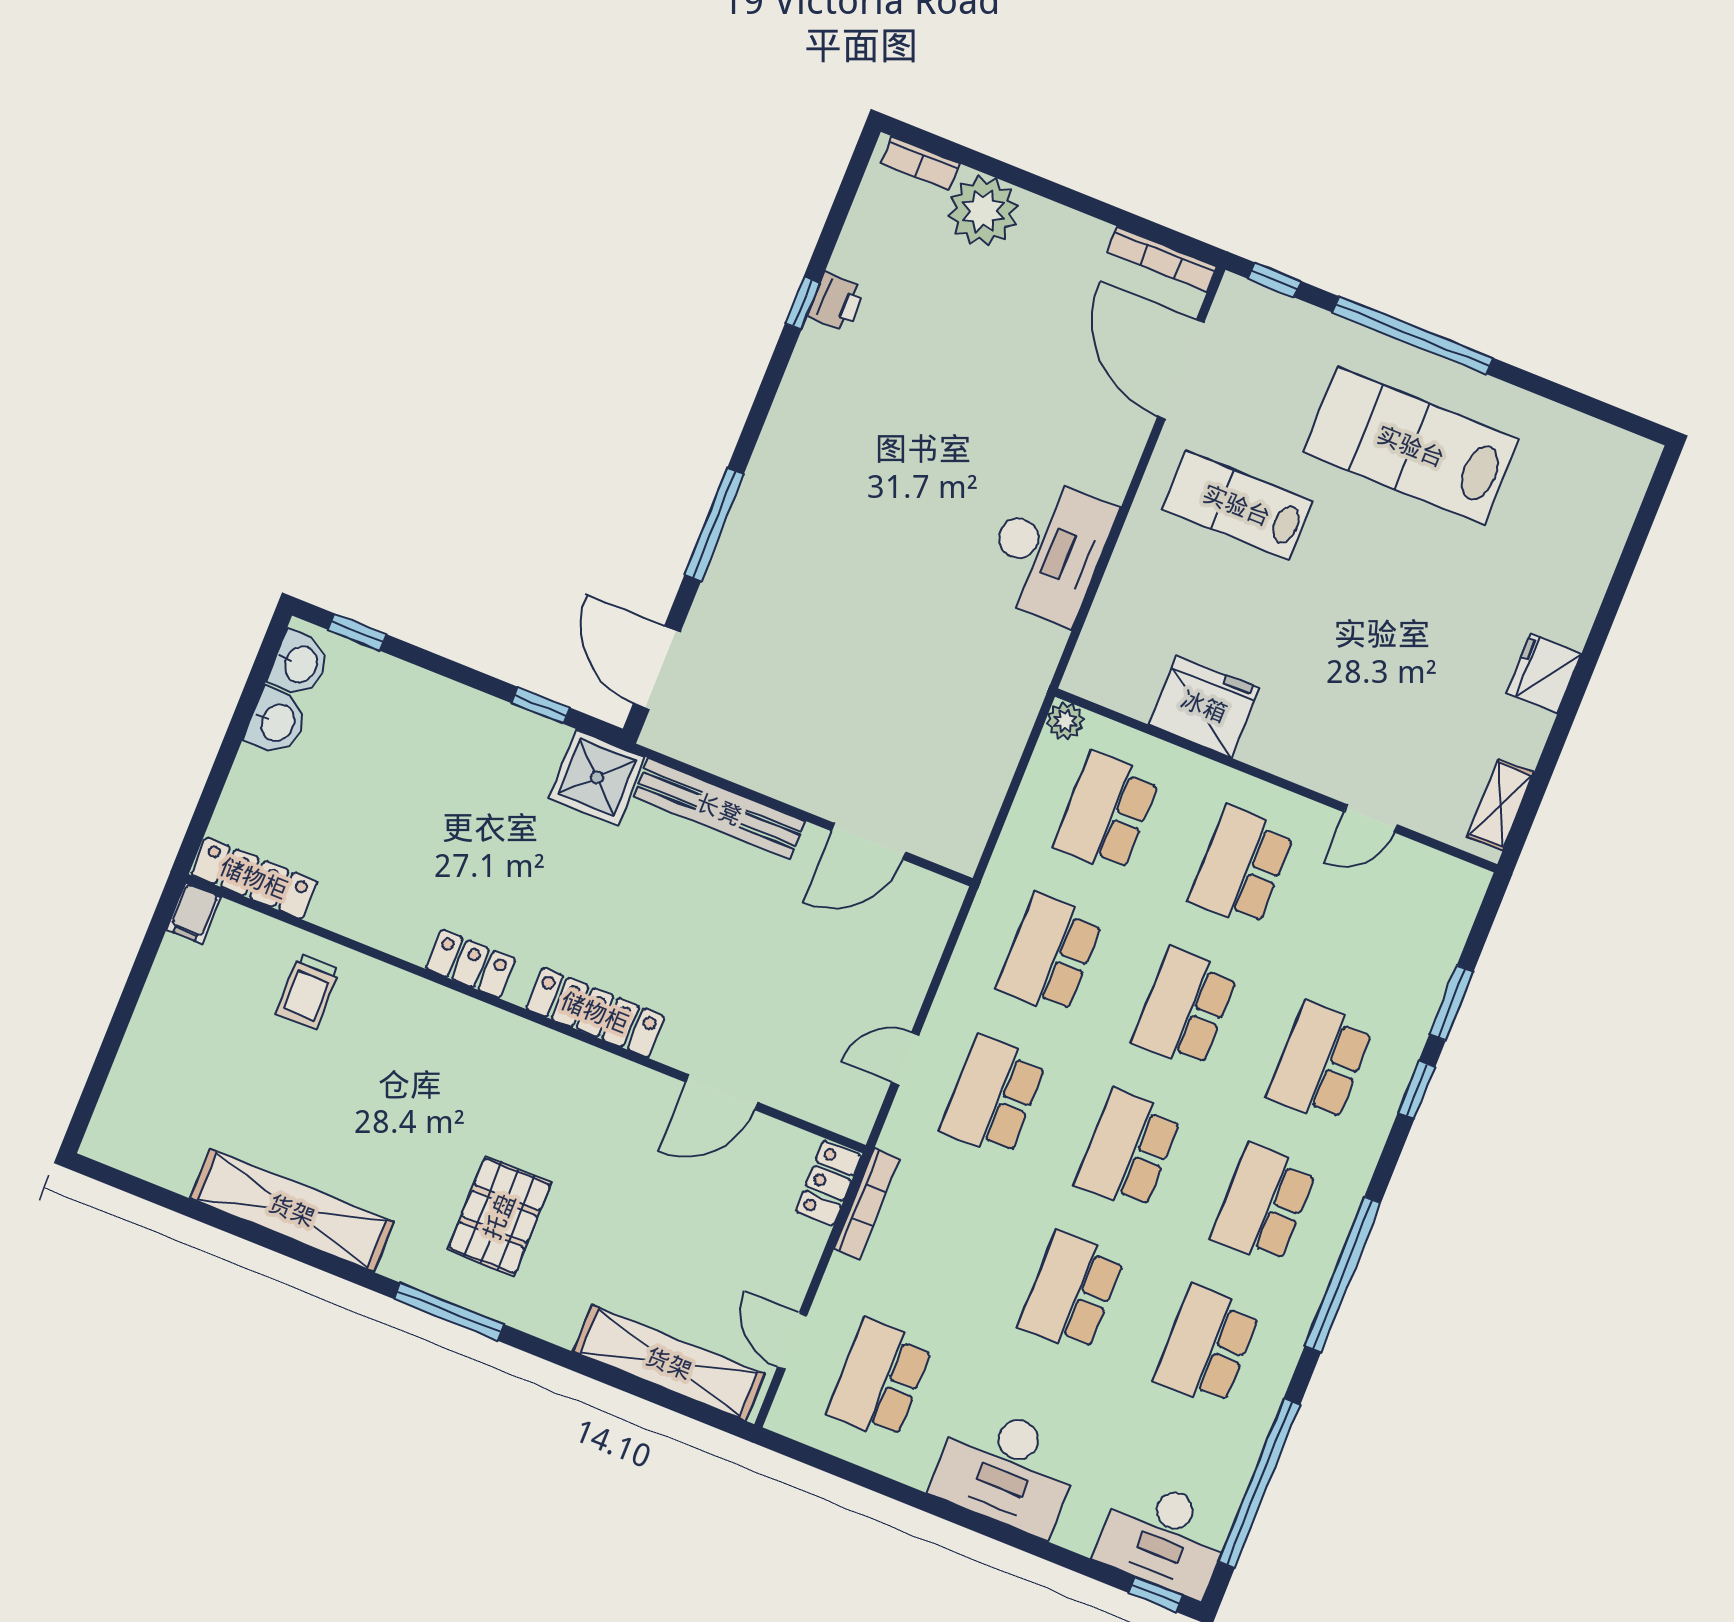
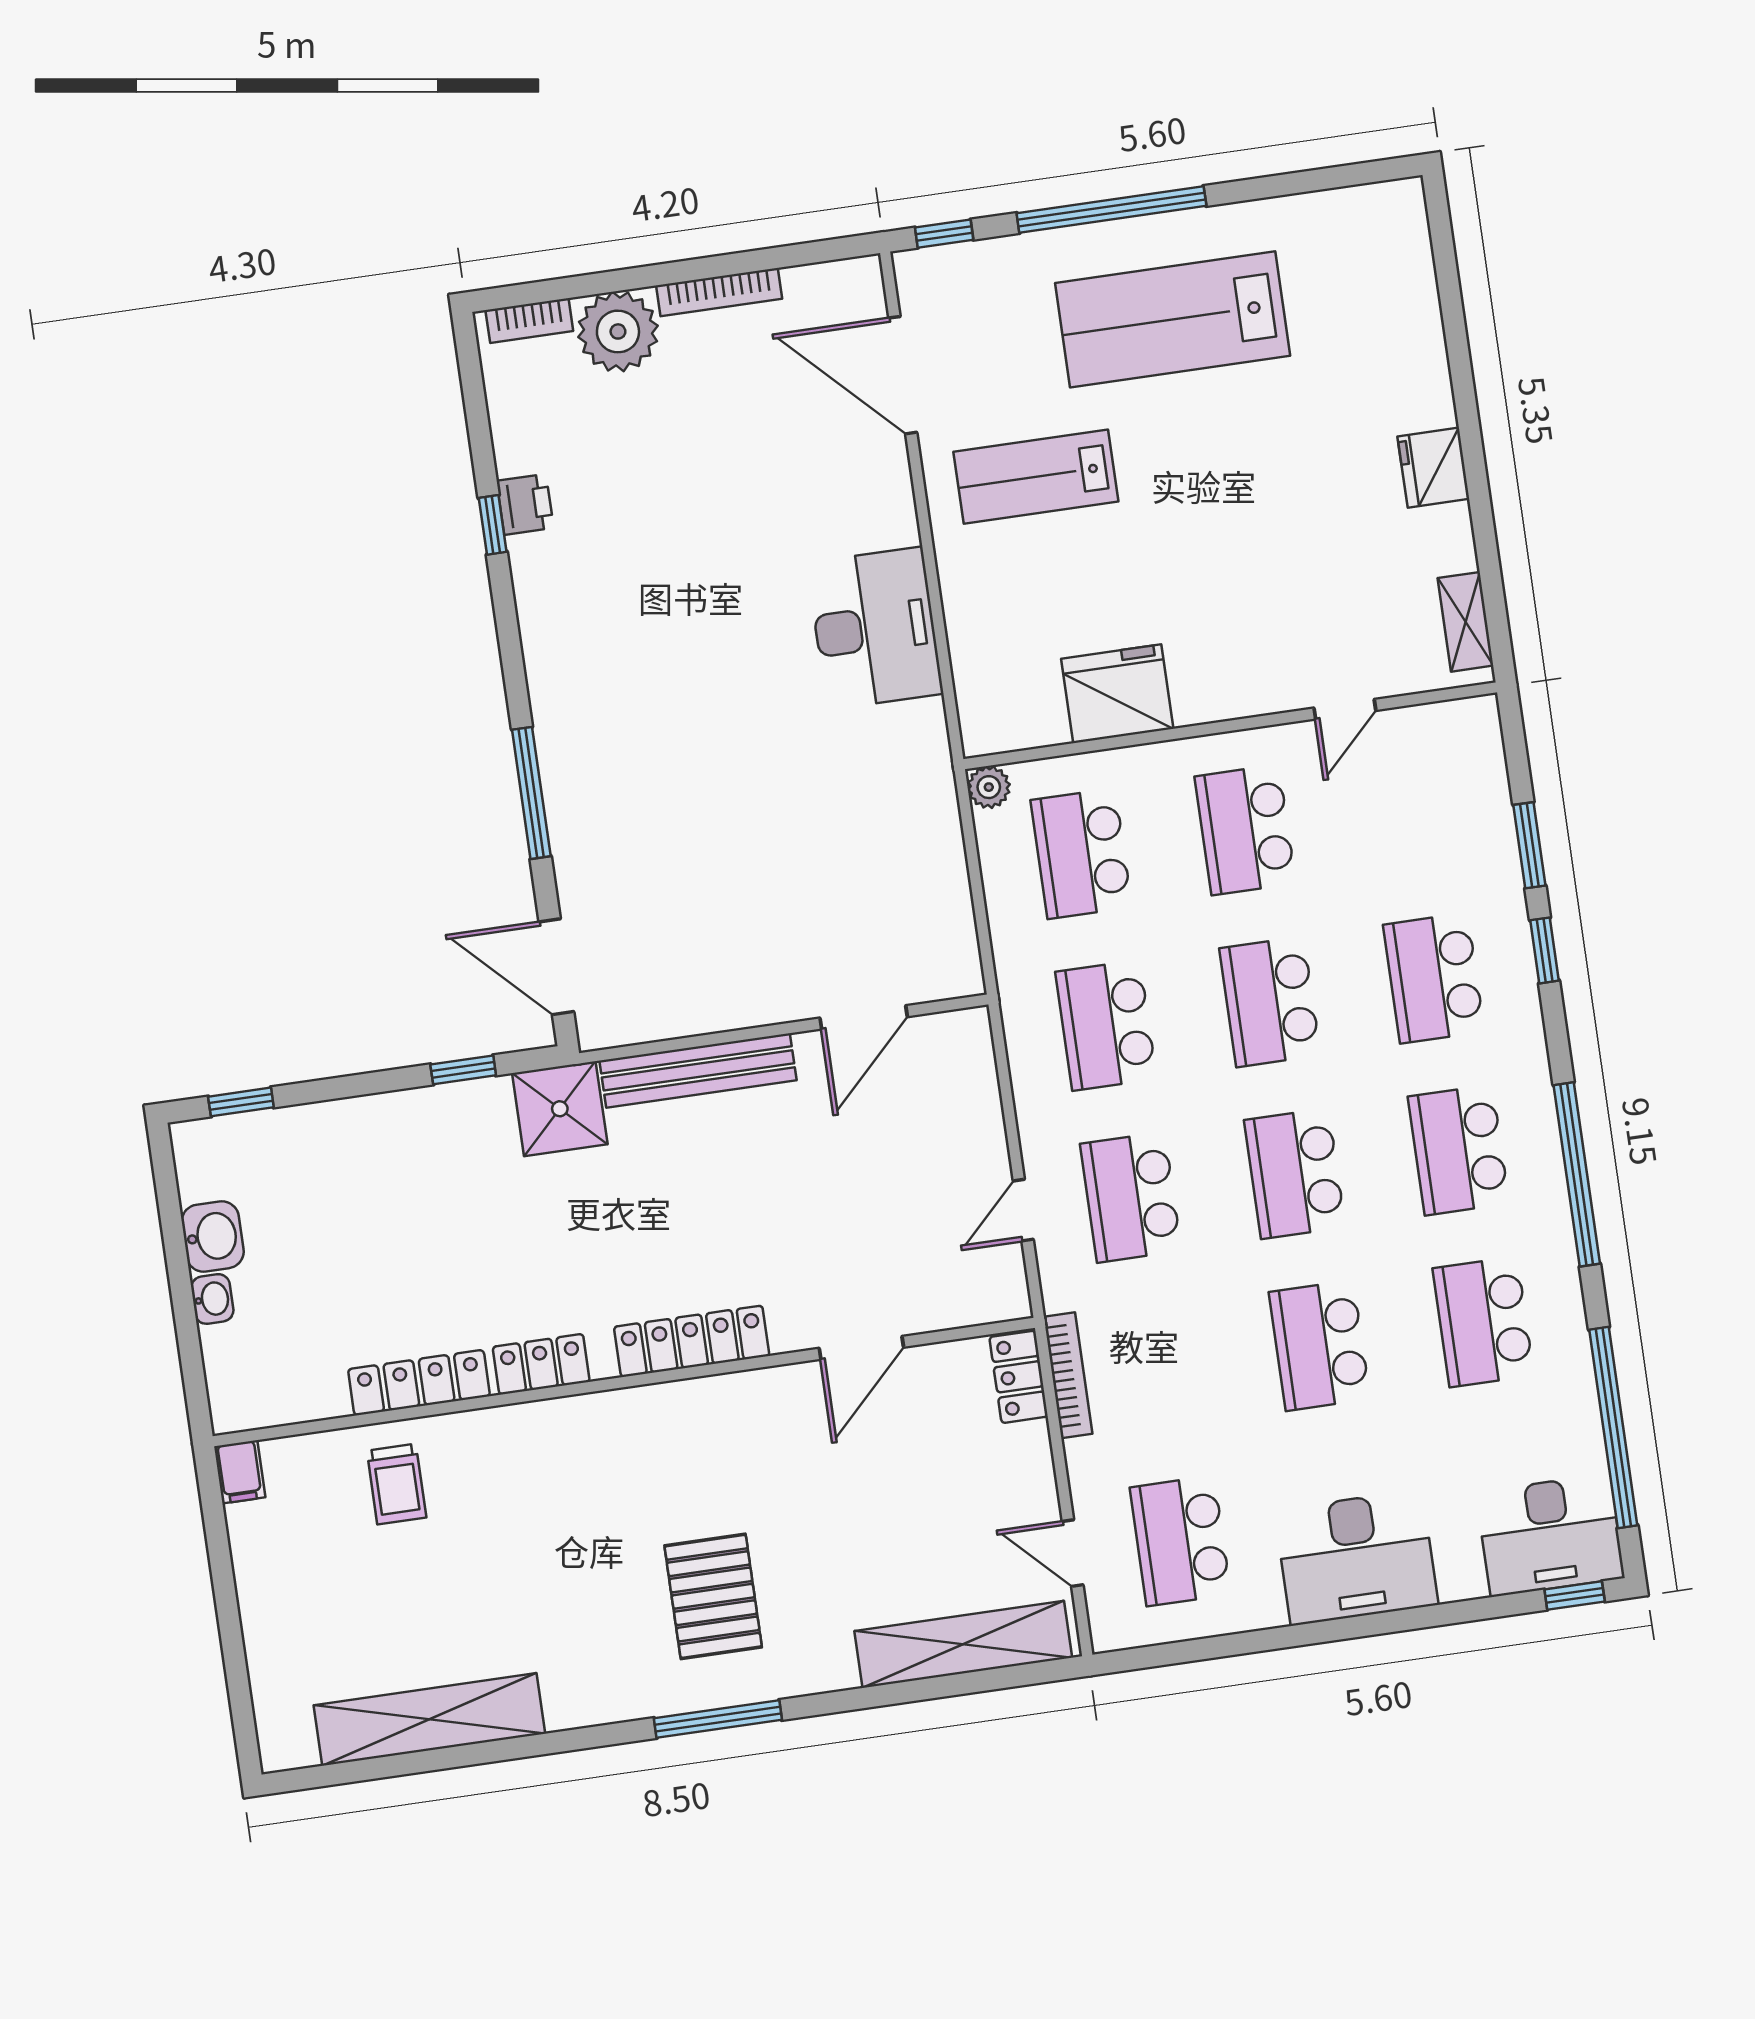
bookcase: (1162, 259) -> (719, 292), moved
washbasin: (299, 664) -> (212, 1299), moved, width x0.72, depth x0.69
locker: (254, 878) -> (419, 1383), moved
shelving: (292, 1210) -> (429, 1719), moved

